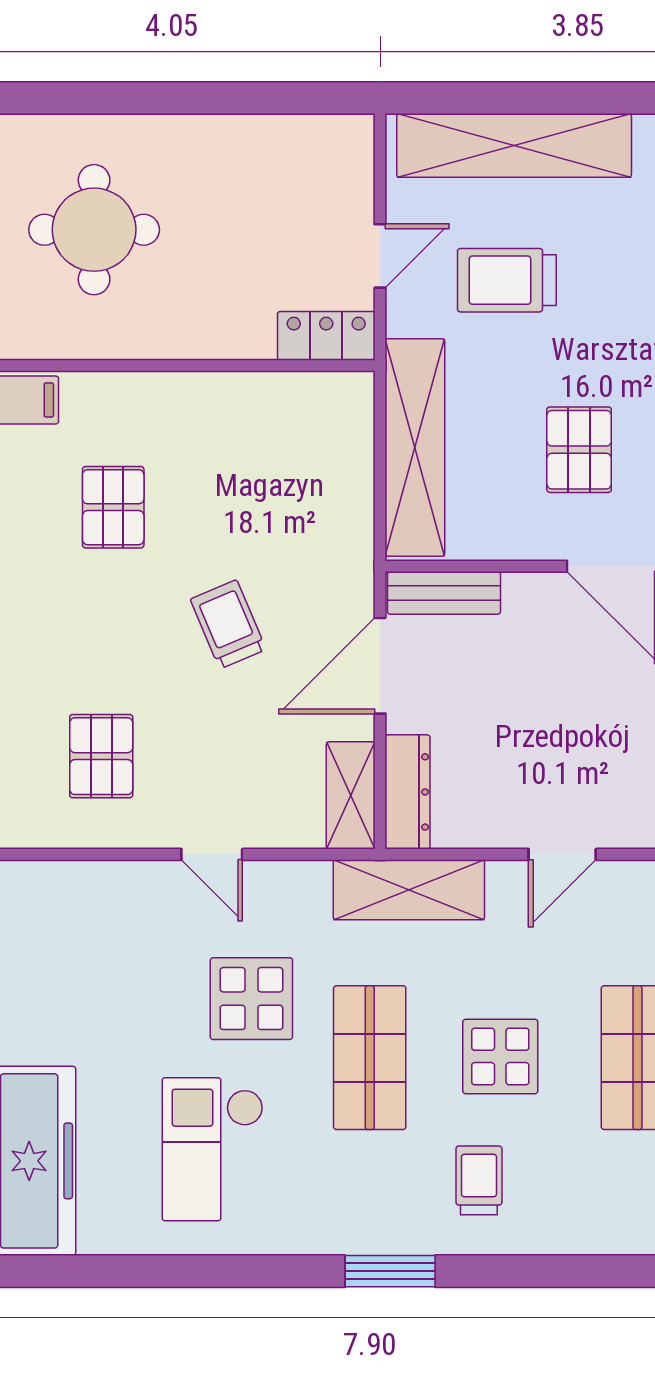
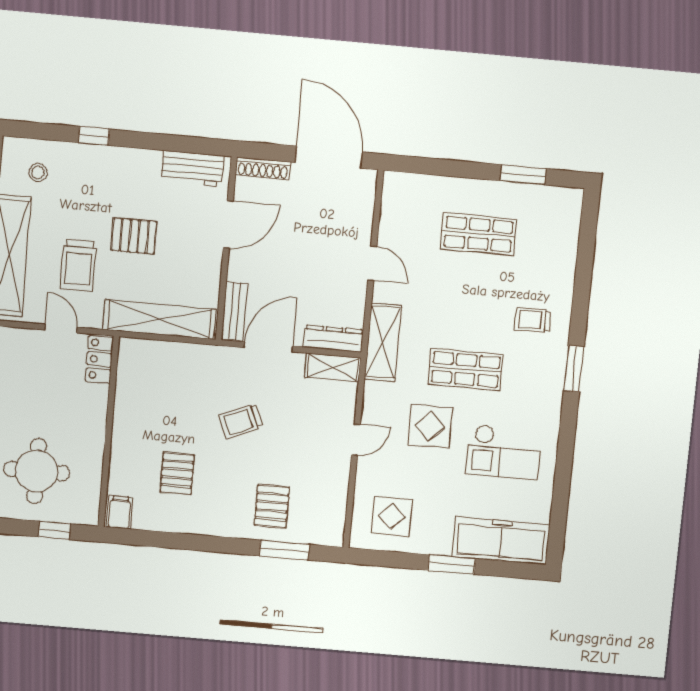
pallet: (579, 450) -> (134, 236), moved
pallet: (113, 507) -> (177, 474), turned 90
door: (380, 666) -> (269, 347), swing flipped
pallet: (101, 756) -> (272, 506), moved, turned 90
display table: (500, 1056) -> (392, 516), moved

